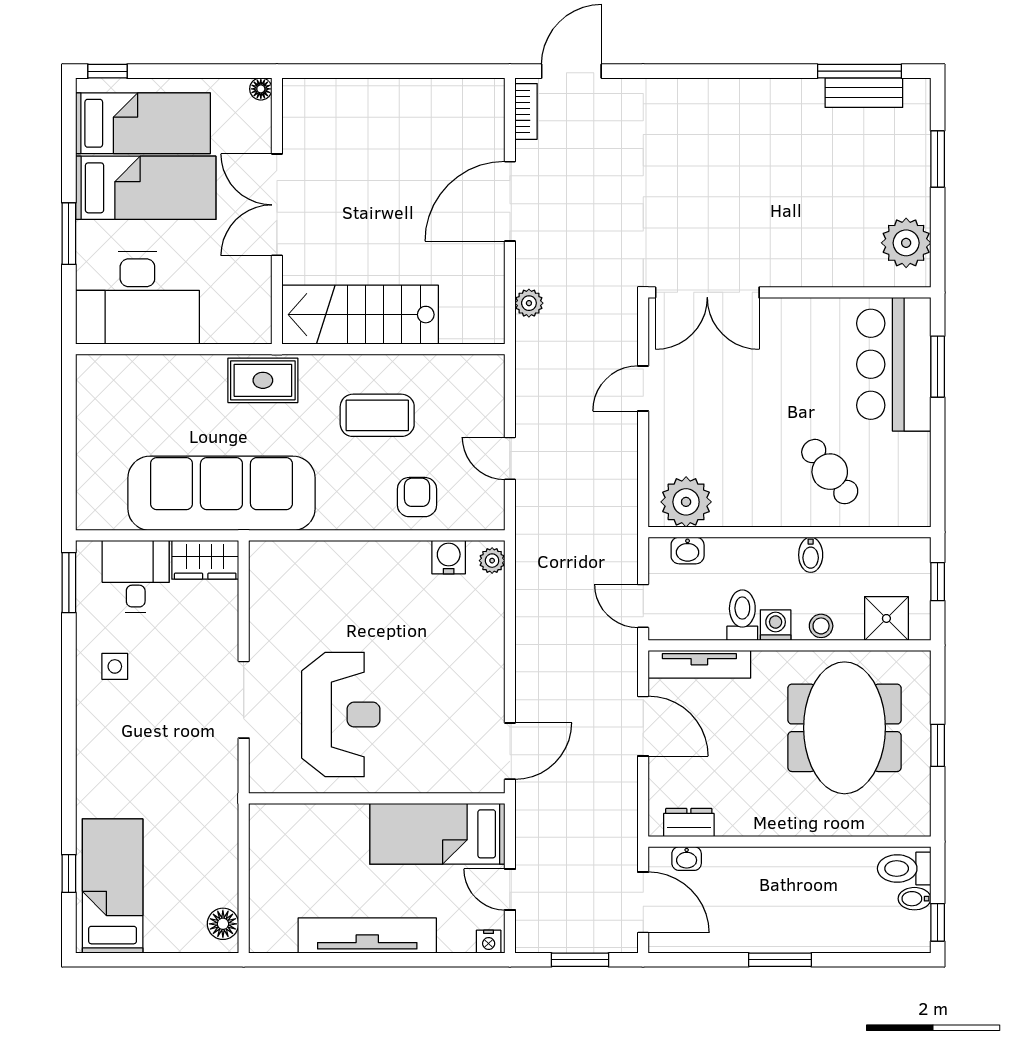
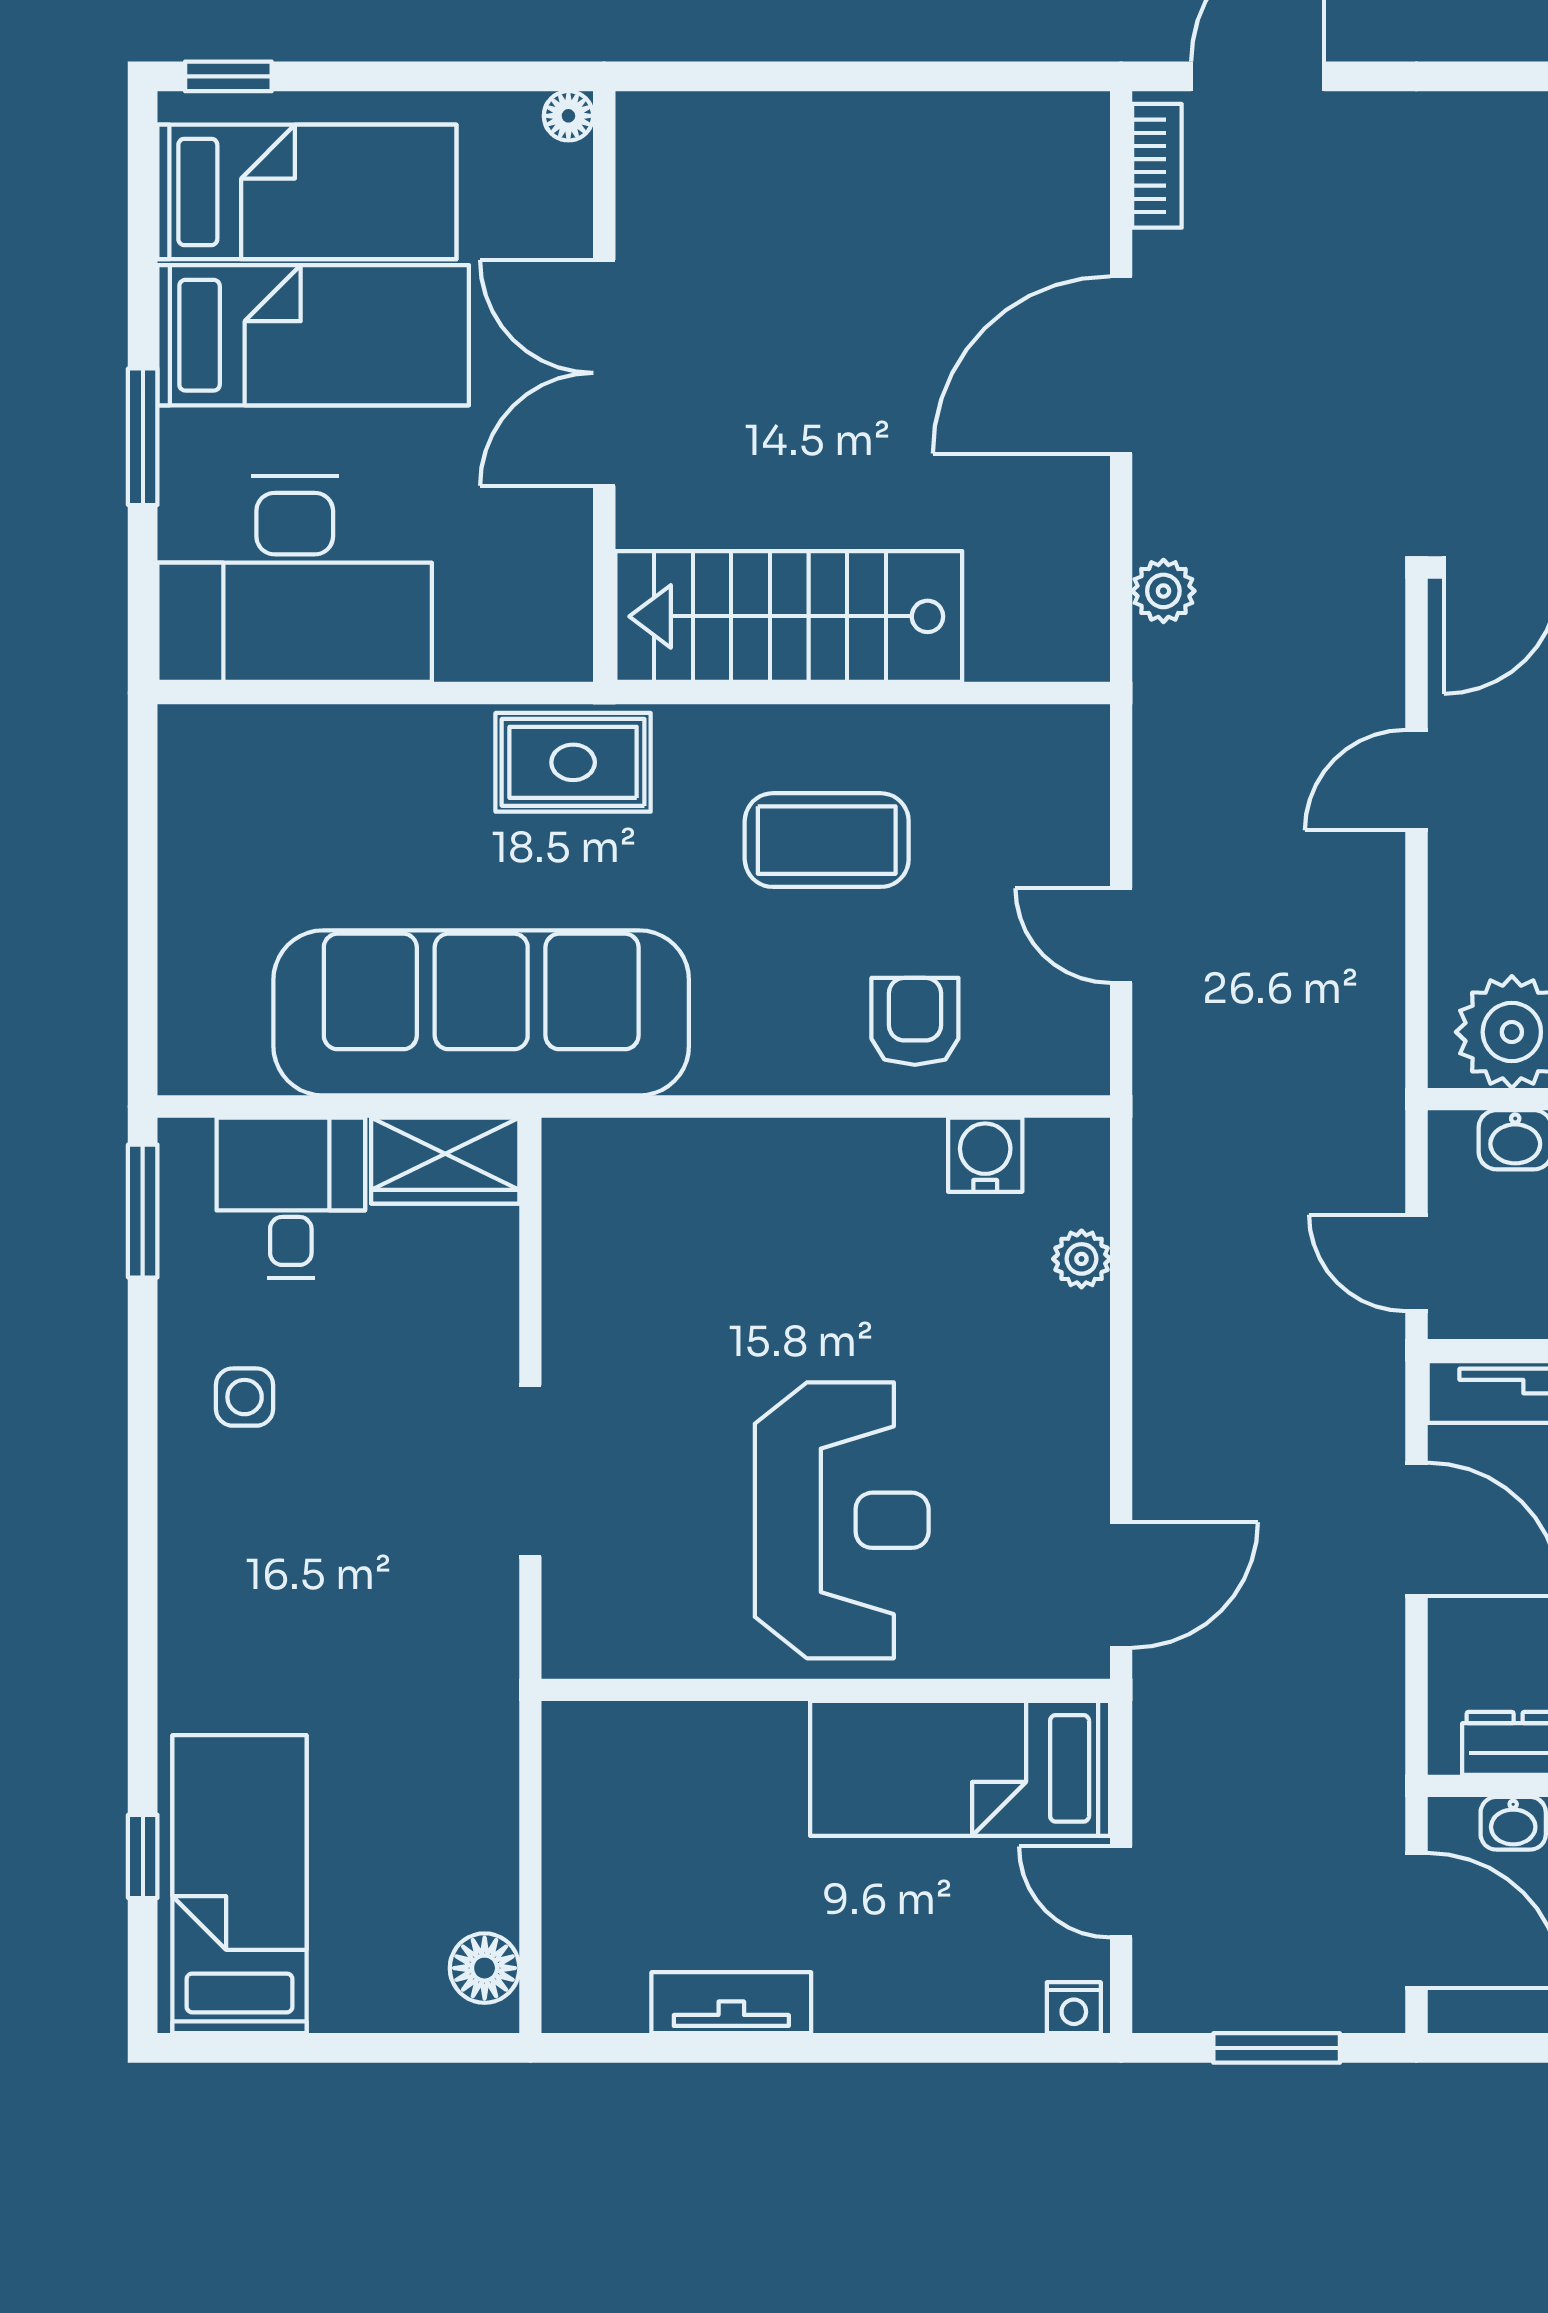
plant: (492, 561) -> (1082, 1259), moved
reception desk: (341, 715) -> (842, 1520), moved
tv unit: (367, 935) -> (731, 2003), width x0.52, depth x0.78

